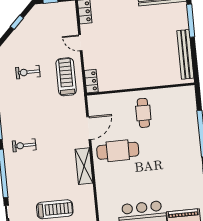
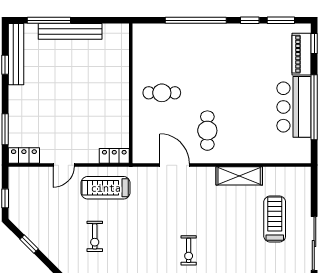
bench: (185, 54) -> (70, 31), moved
cafe table: (118, 151) -> (207, 131), width x0.73, depth x0.74
shelving: (84, 166) -> (239, 176), moved

